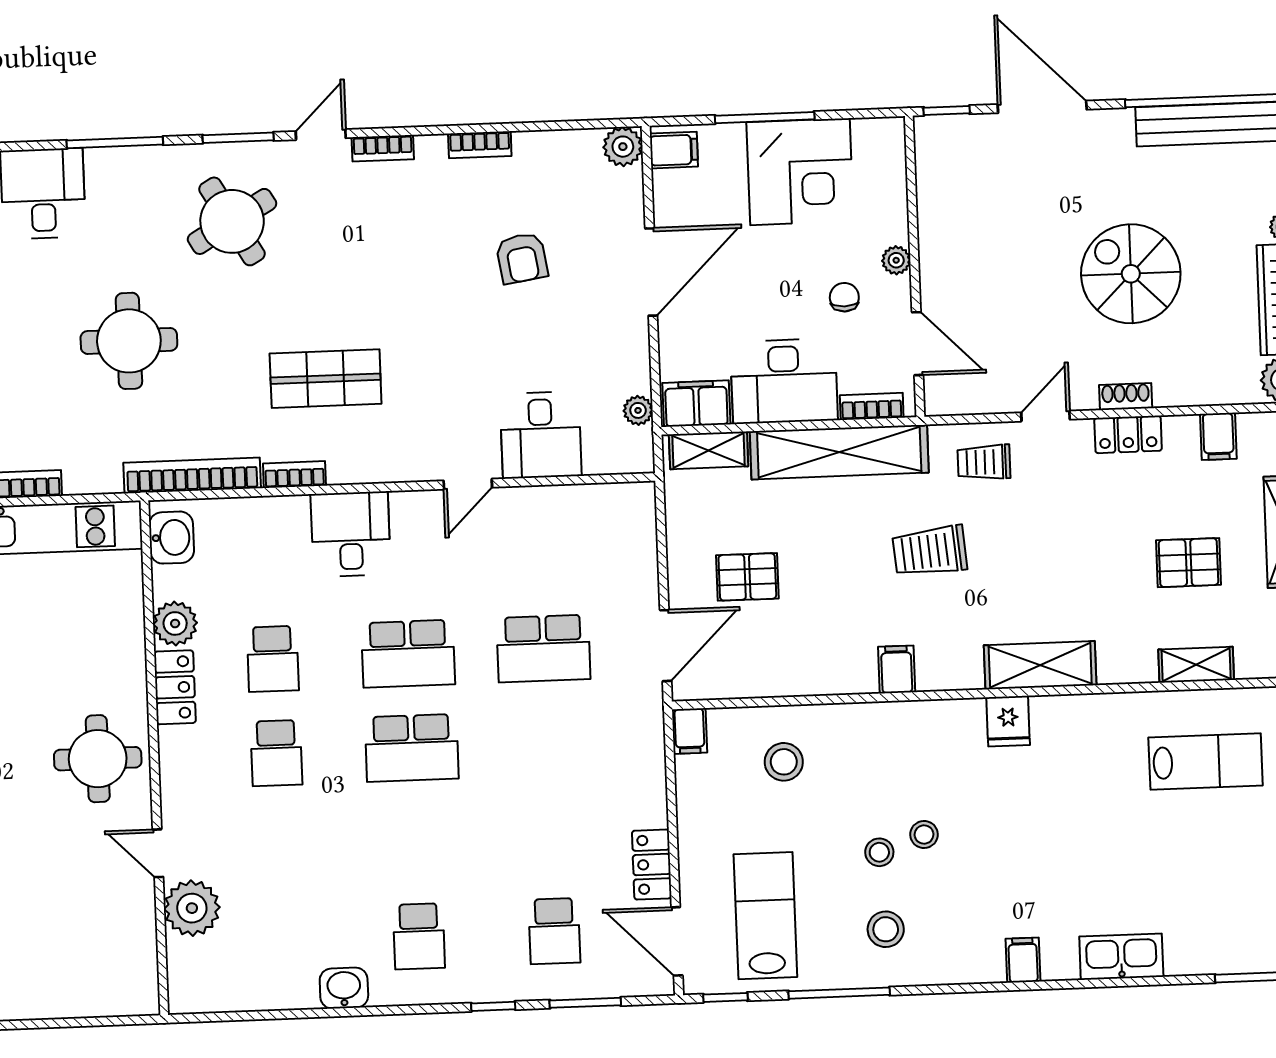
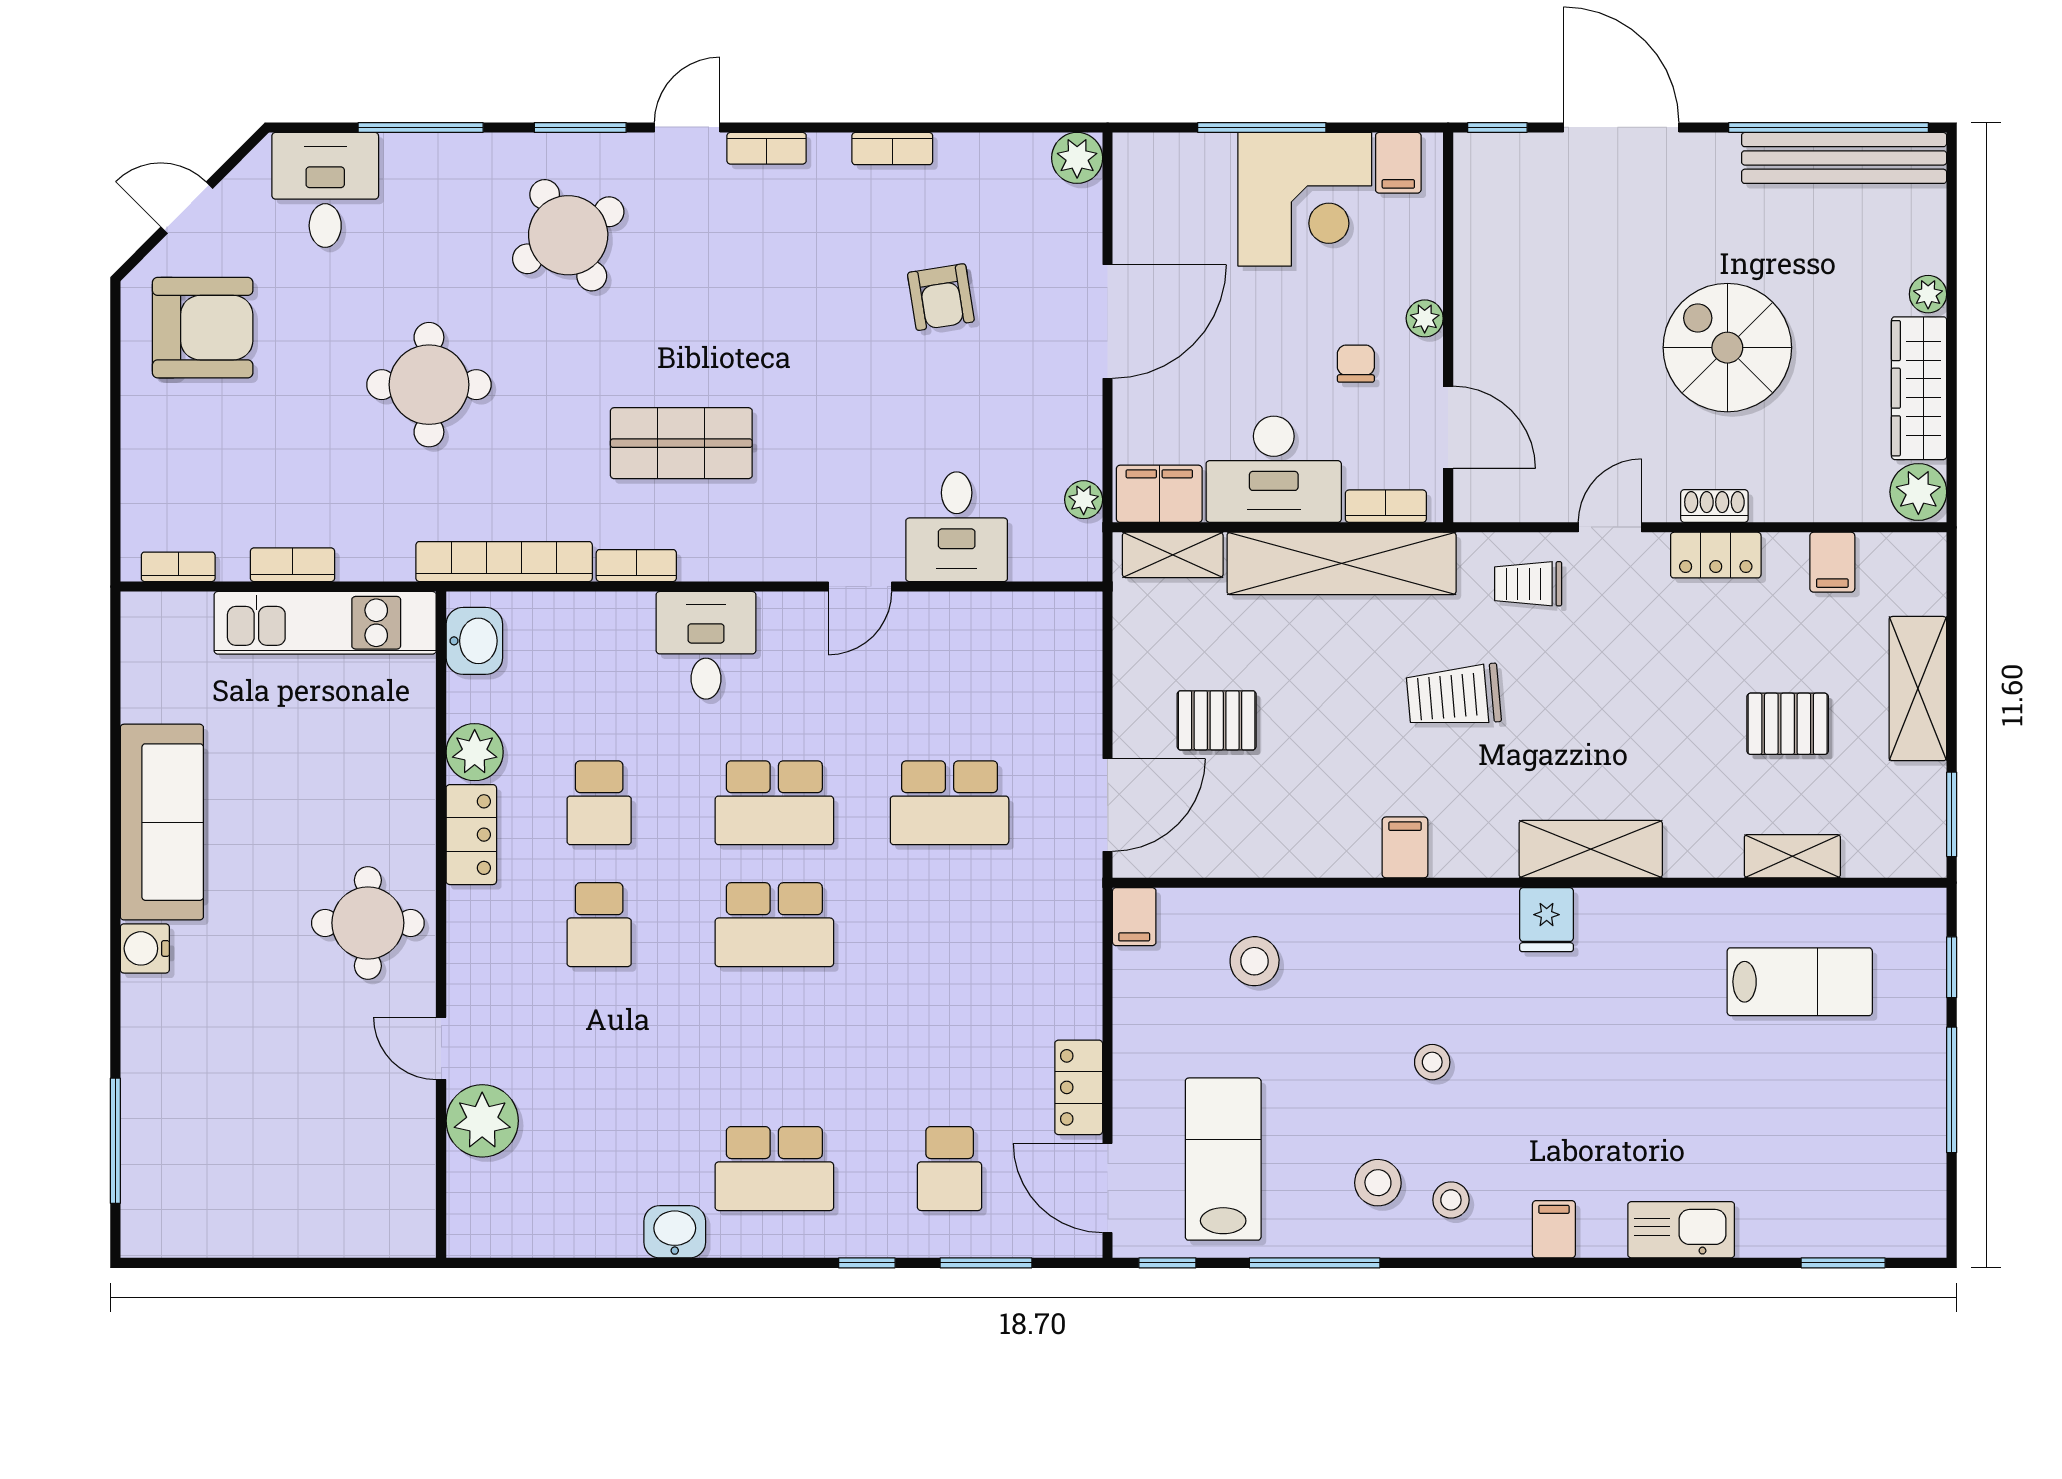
filing cabinet: (674, 150) -> (1398, 163), moved, turned 90
stool: (879, 852) -> (1451, 1200), moved
school desk: (419, 936) -> (774, 1169), width x1.85

